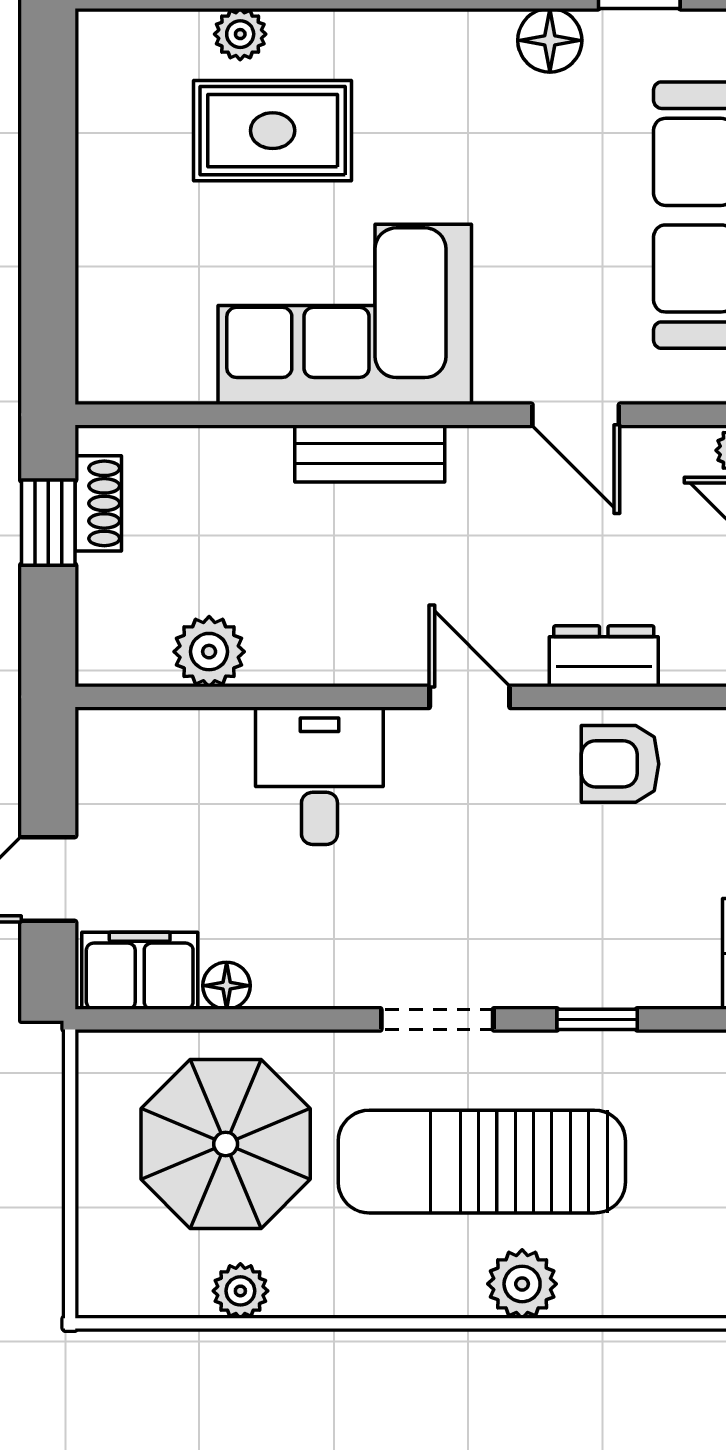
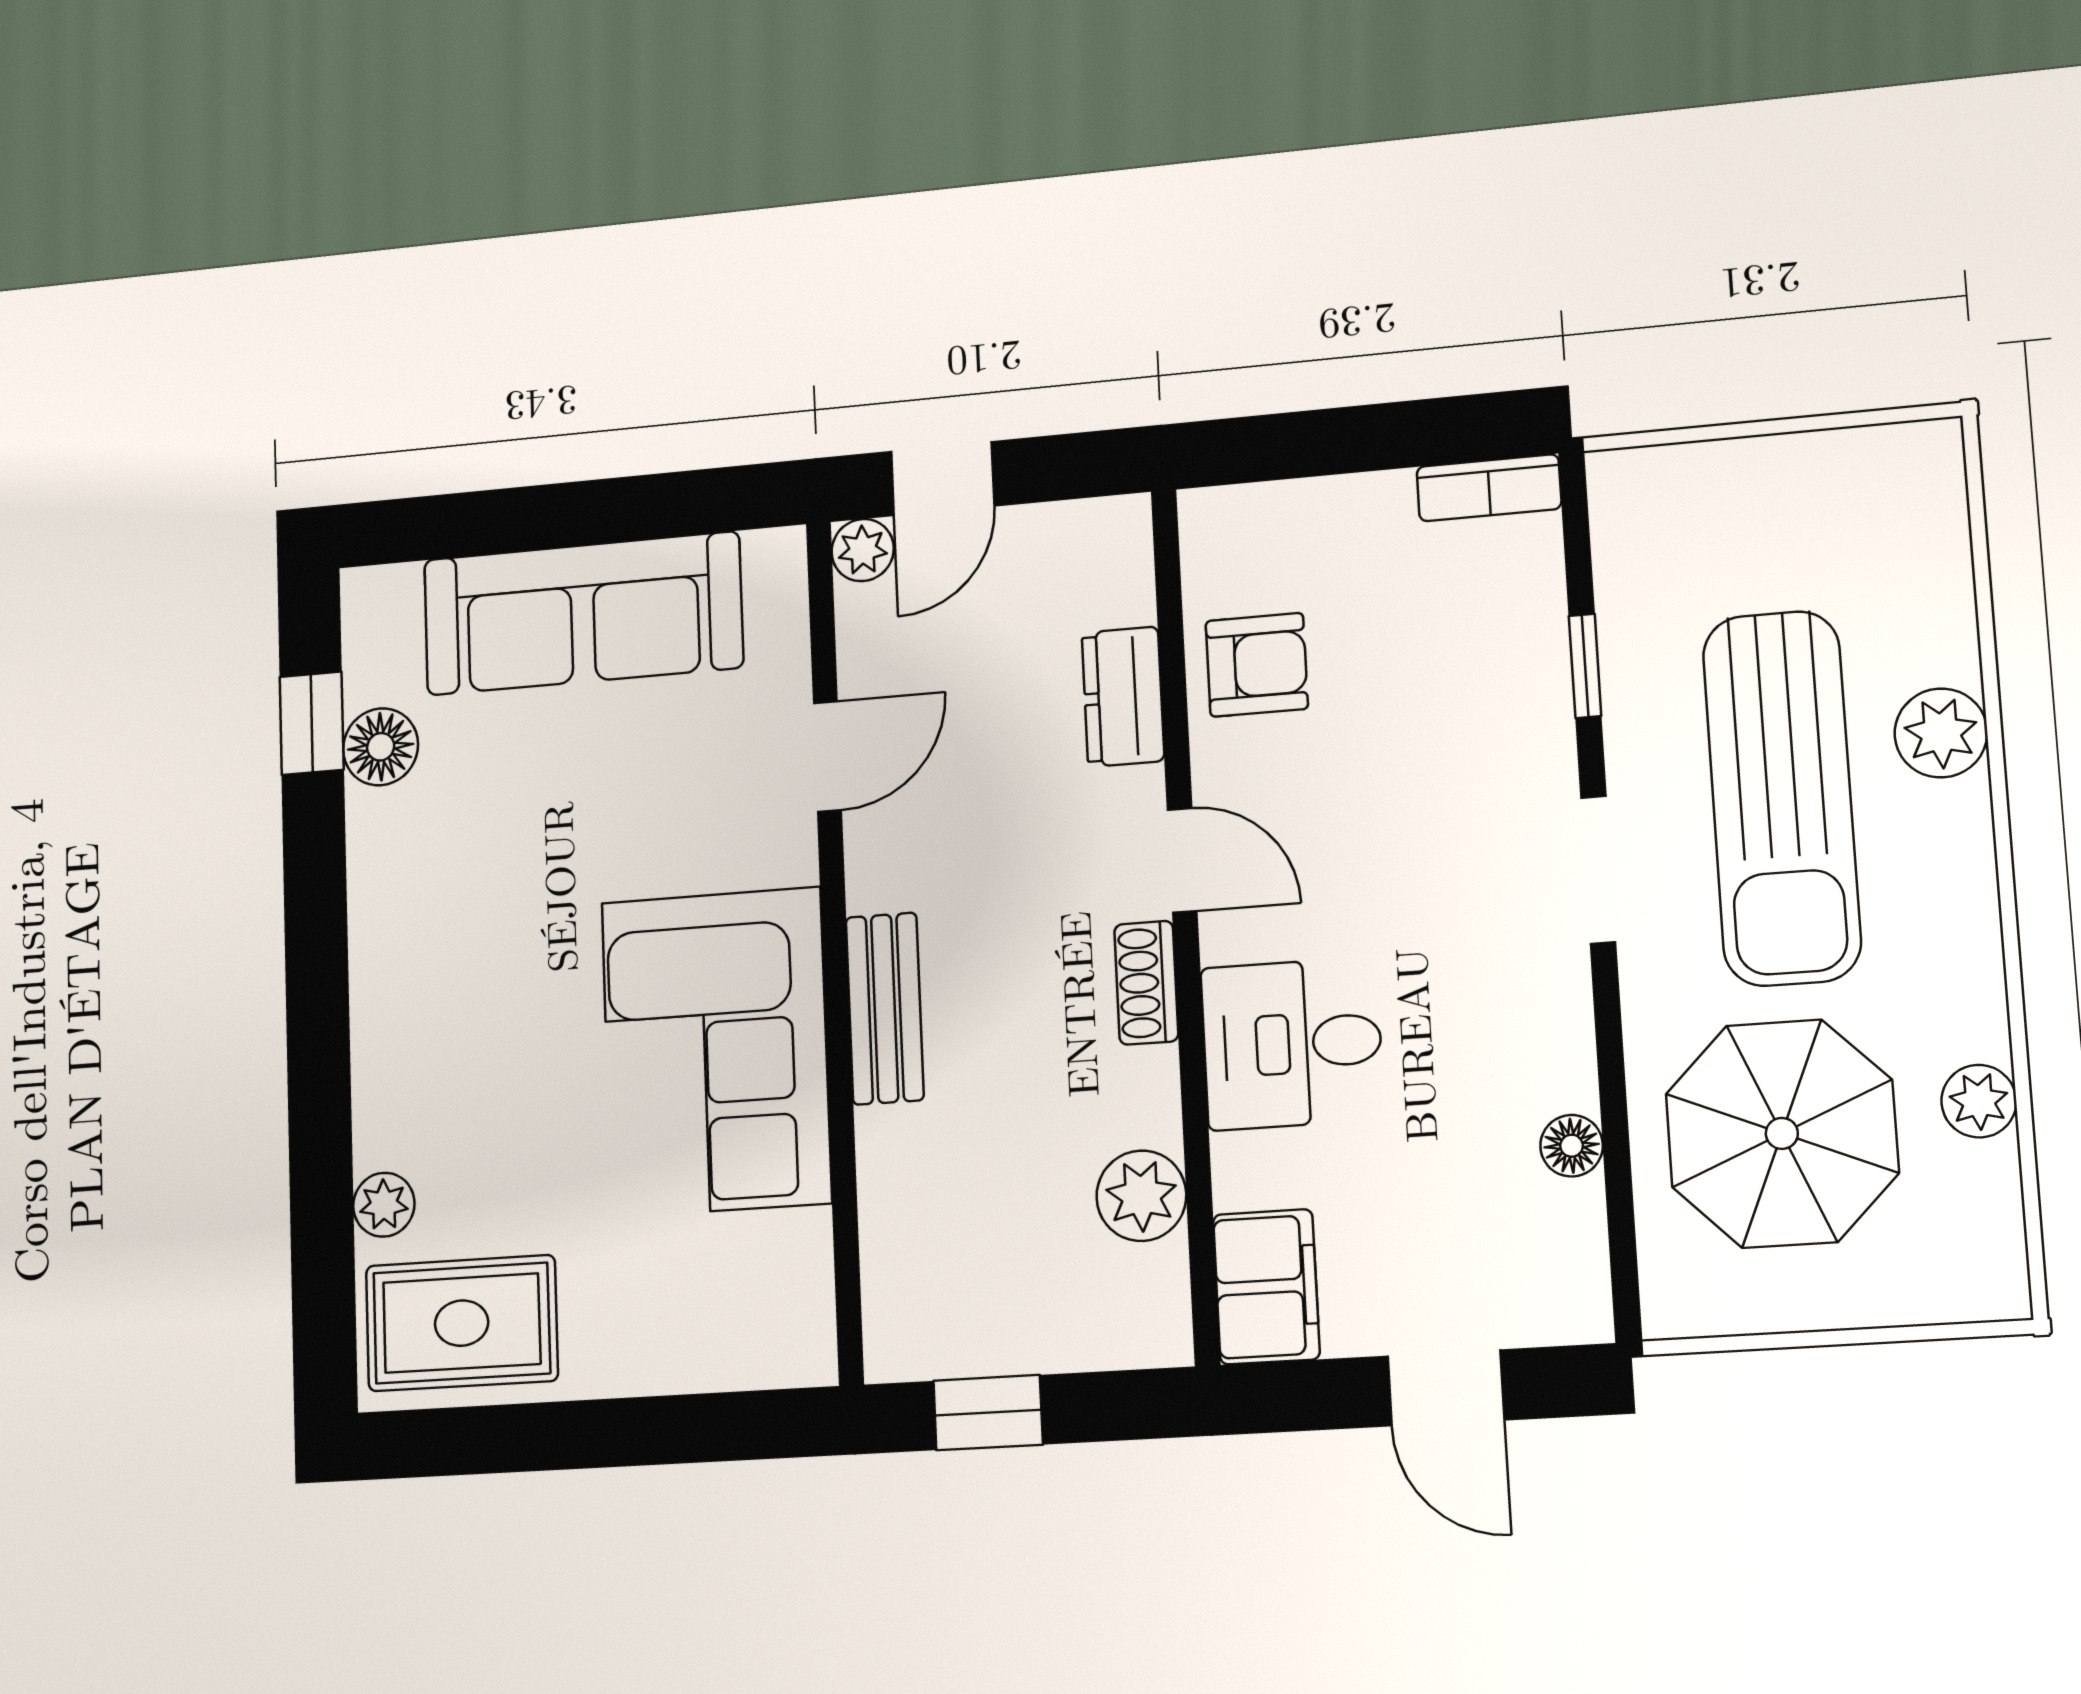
floor lamp: (550, 40) -> (381, 747), moved
rug: (273, 131) -> (462, 1323), moved, turned 90
shoe rack: (98, 503) -> (1146, 983), moved, turned -90
door: (470, 697) -> (1182, 860), swing flipped
armchair: (620, 764) -> (1257, 665), turned -90
filing cabinet: (140, 971) -> (1266, 1287), moved, turned 180

